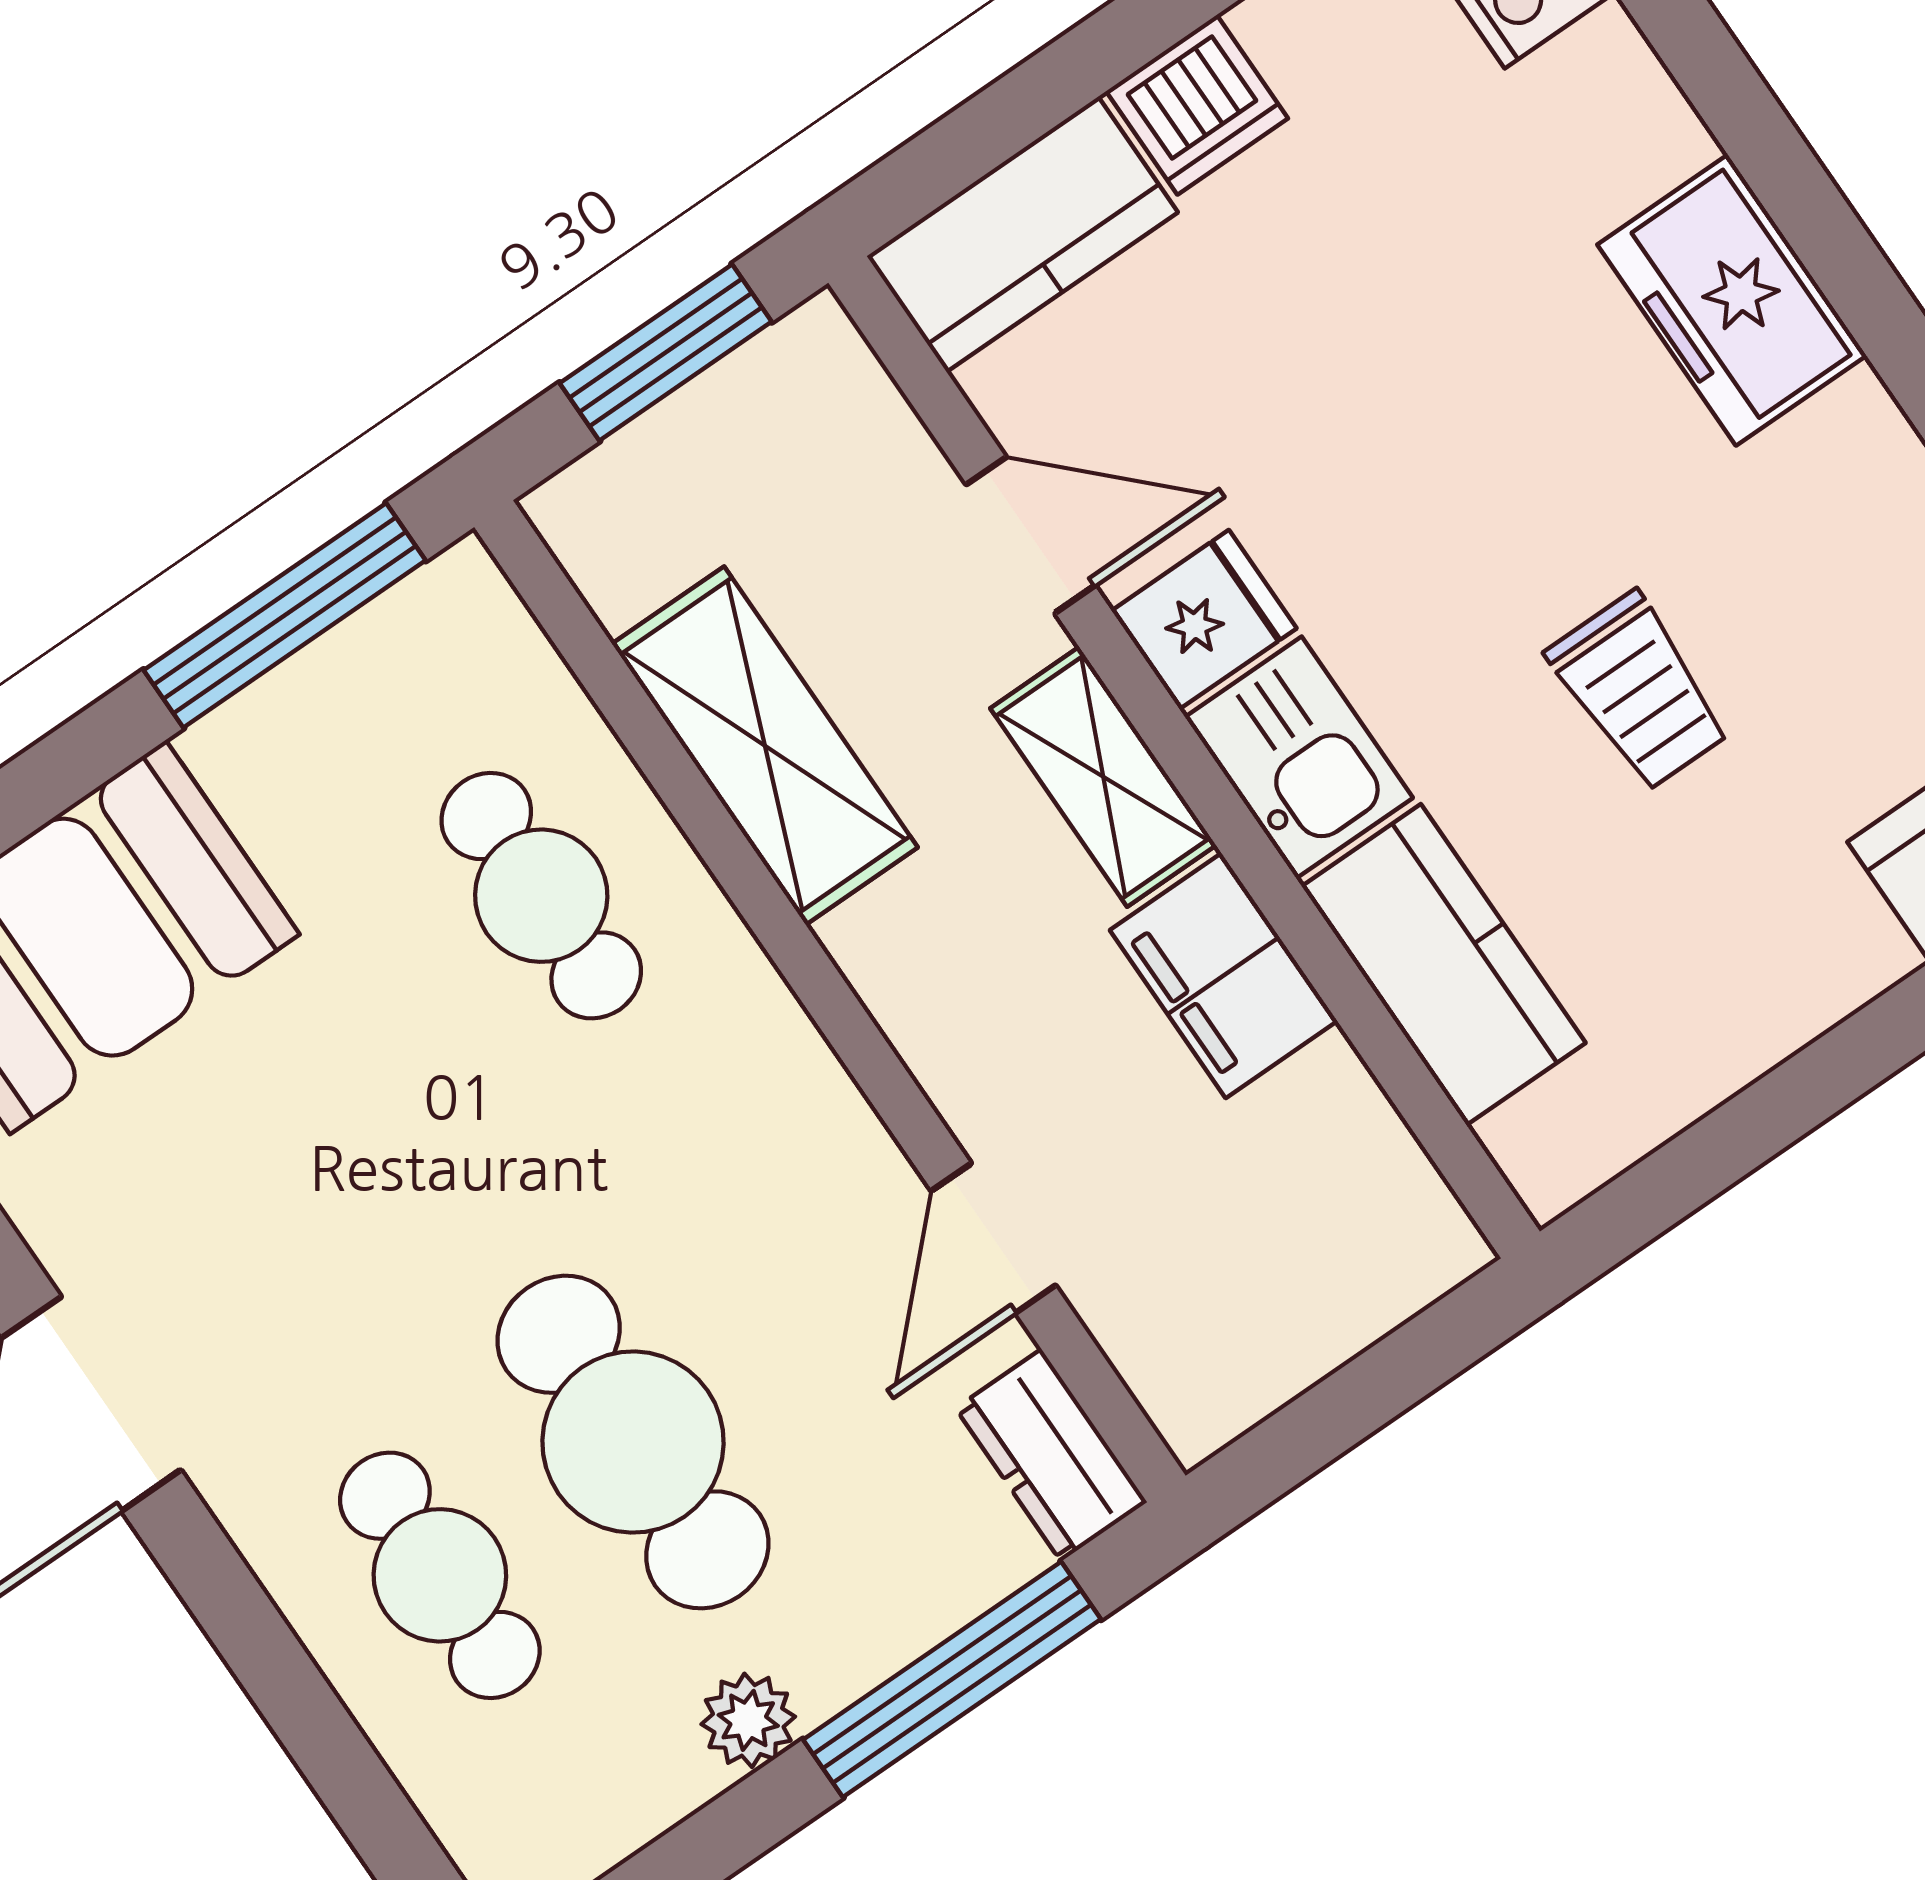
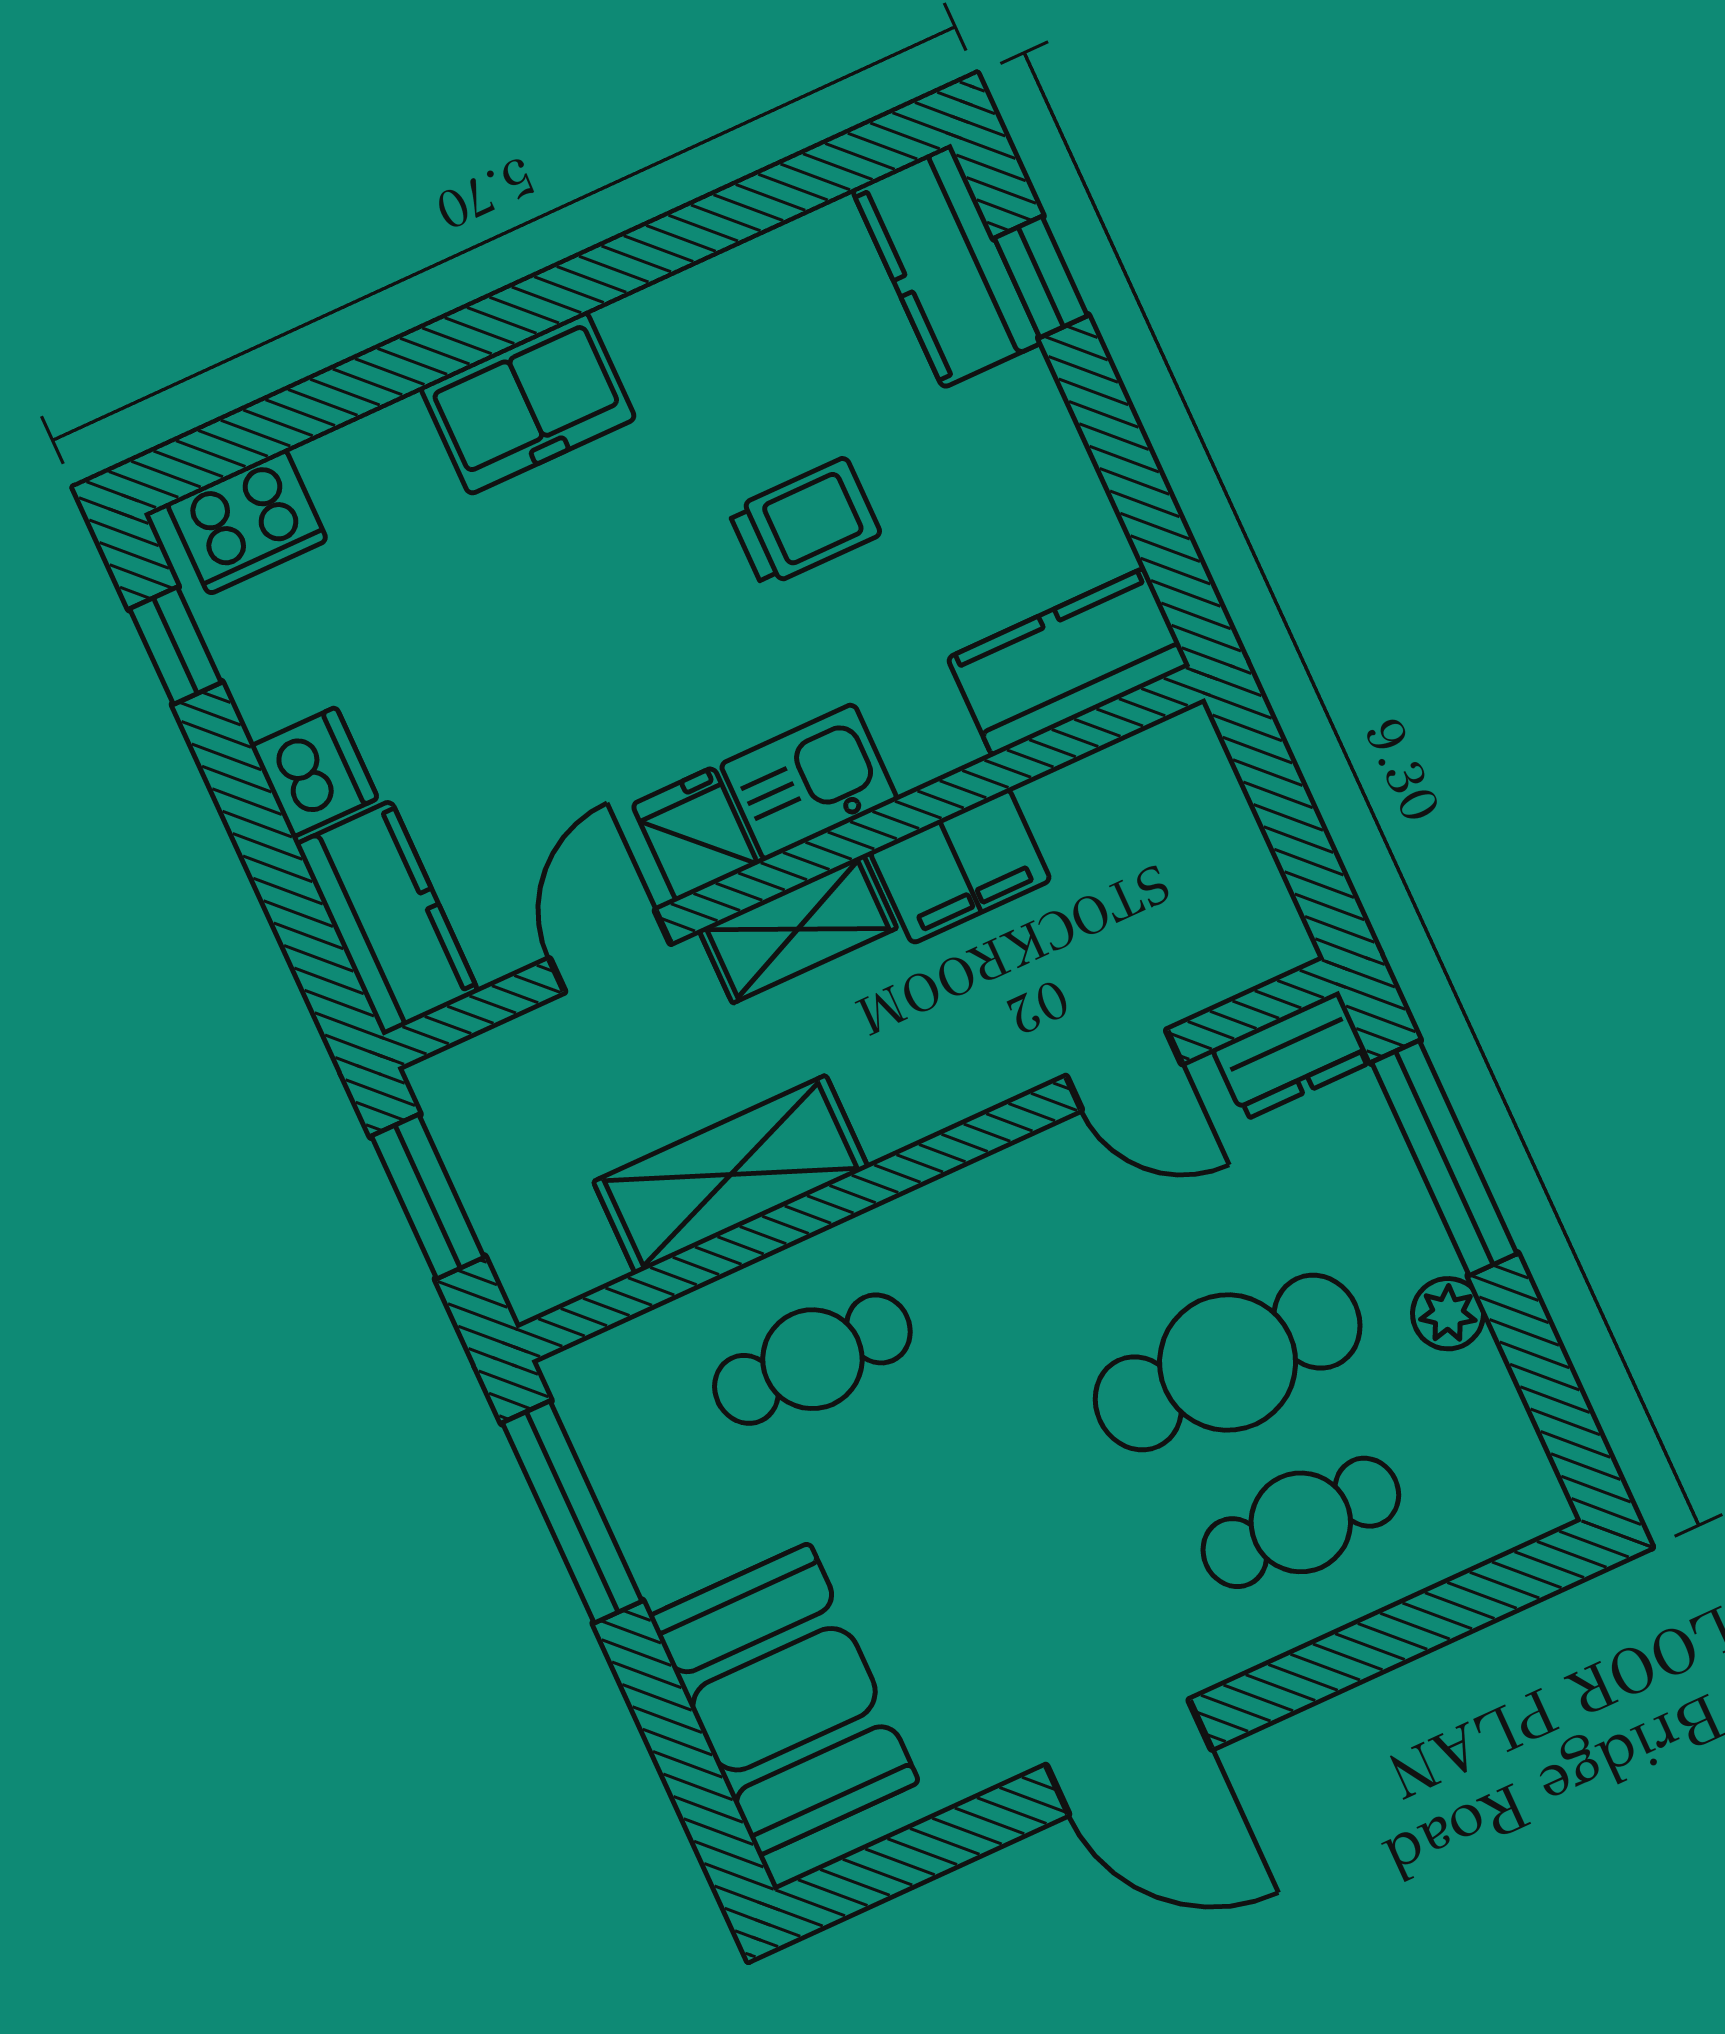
kitchen counter: (1444, 965) -> (1069, 662), moved

